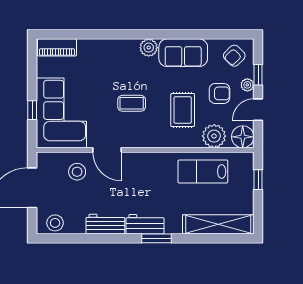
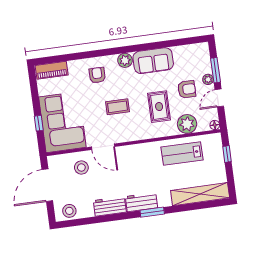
armchair: (234, 56) -> (97, 75), moved, turned 135
window: (258, 75) -> (215, 70), width x1.50
floor lamp: (243, 137) -> (215, 125), width x0.53, depth x0.53

